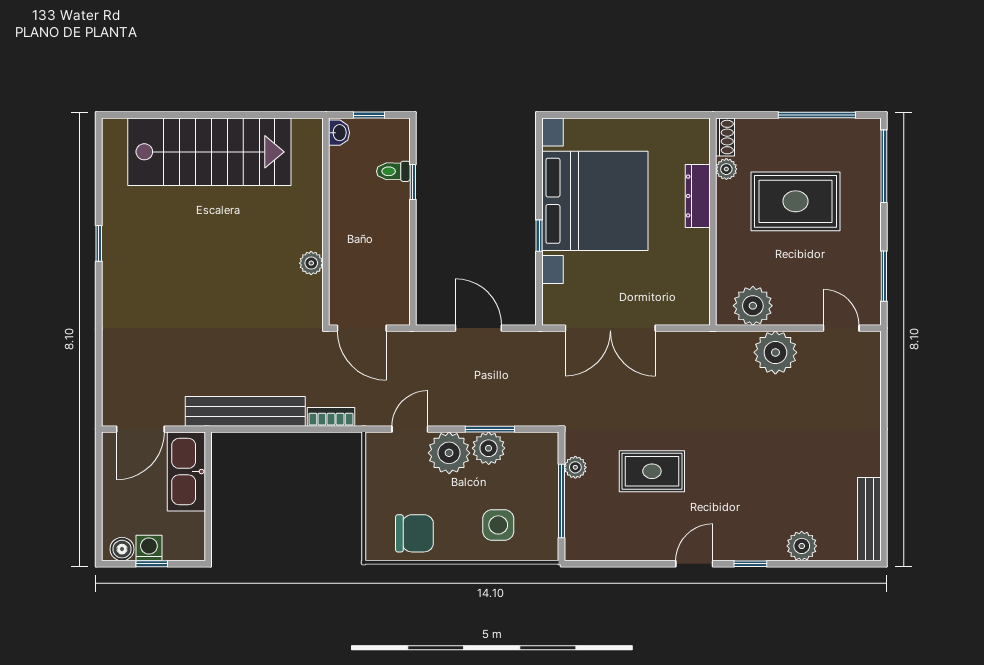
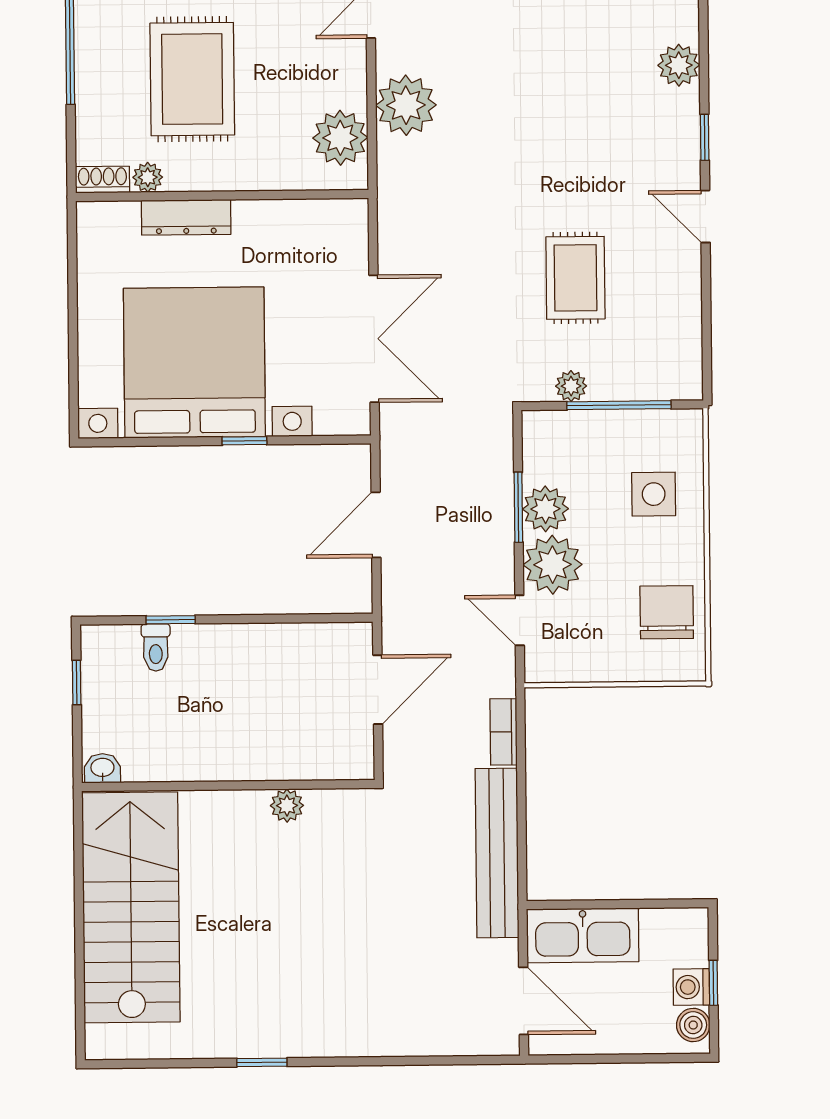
washbasin: (339, 133) -> (102, 768), moved
wall: (326, 222) -> (228, 785), moved
plant: (311, 263) -> (287, 806), moved

